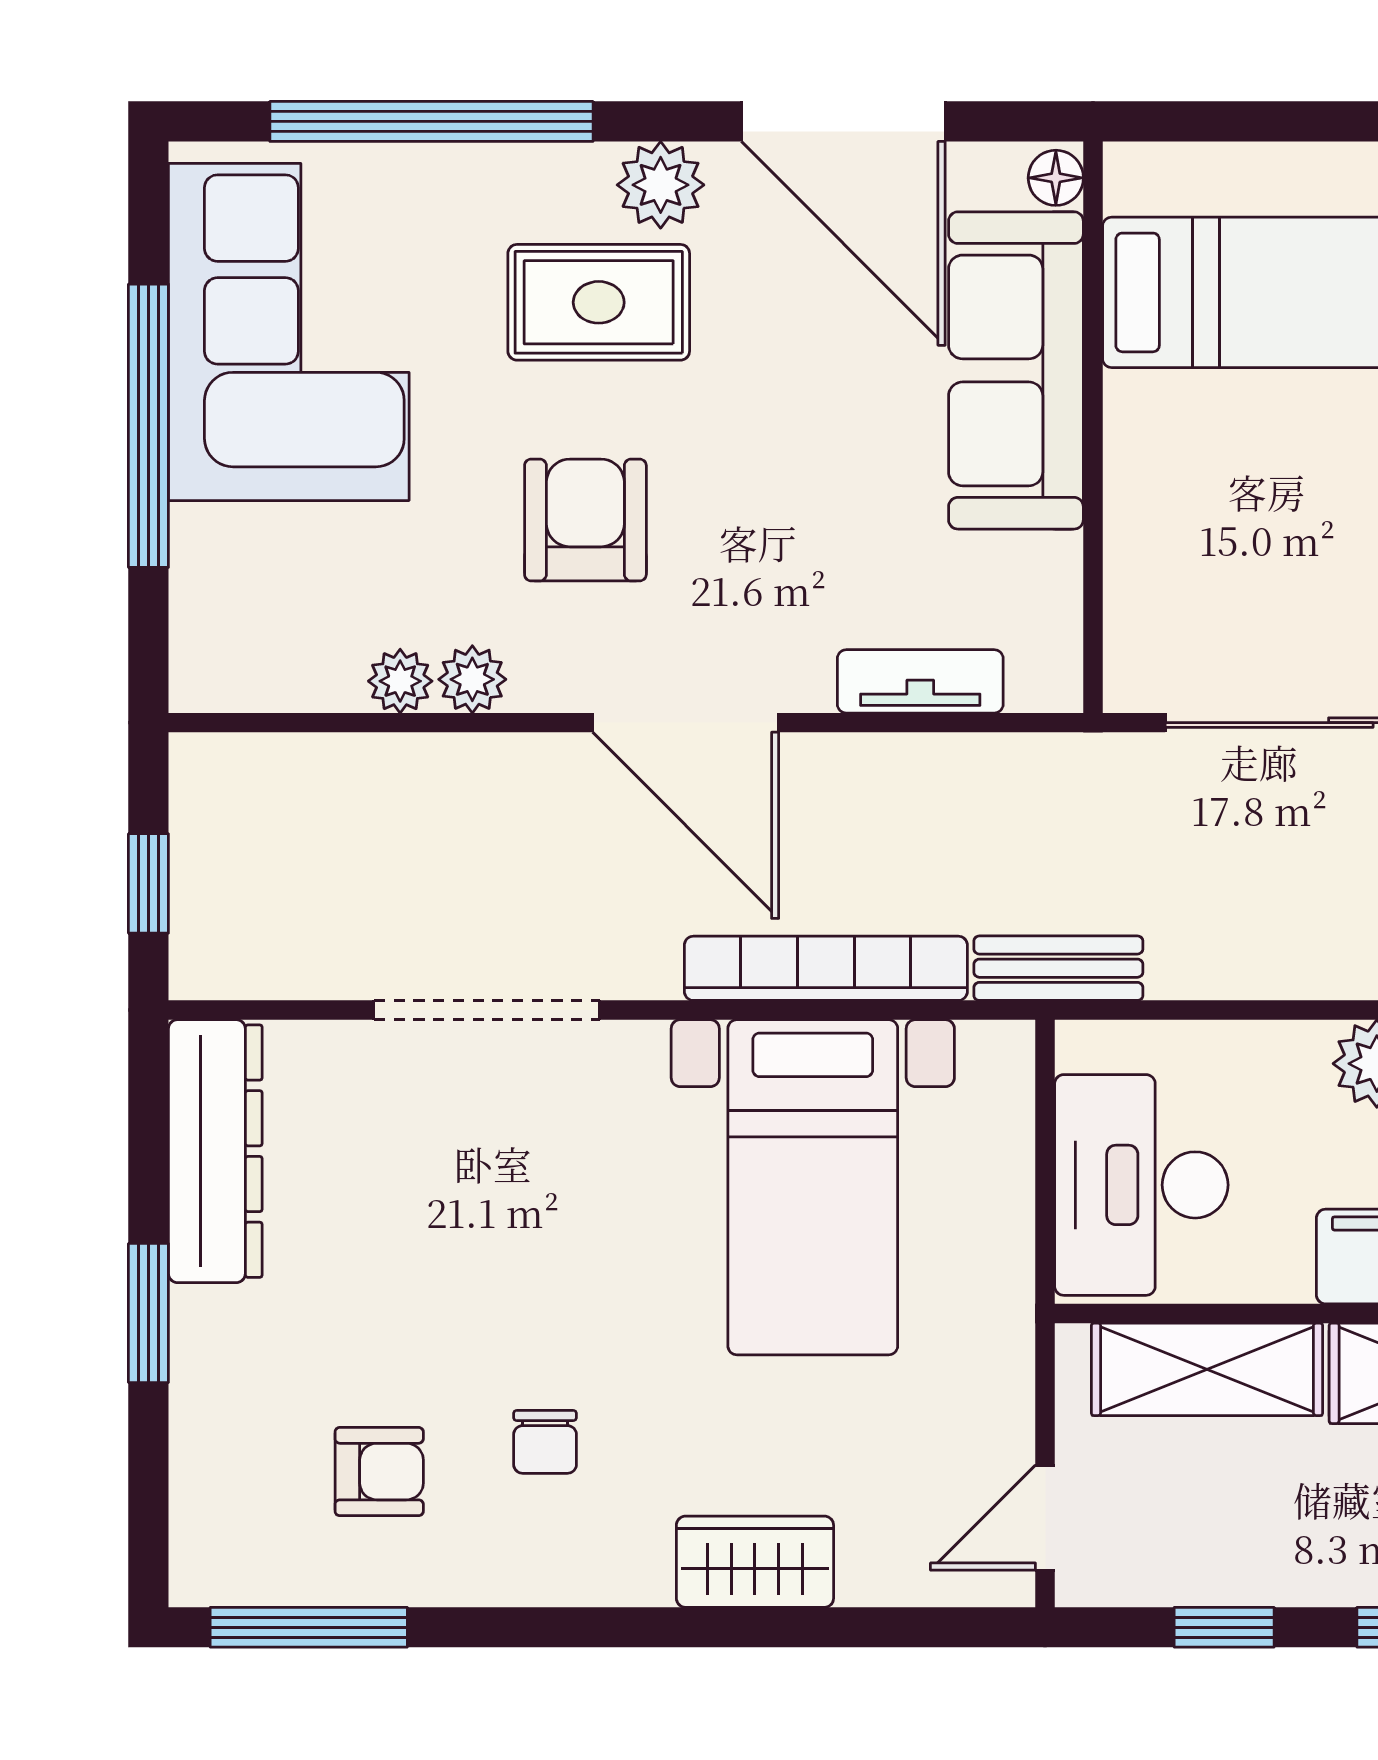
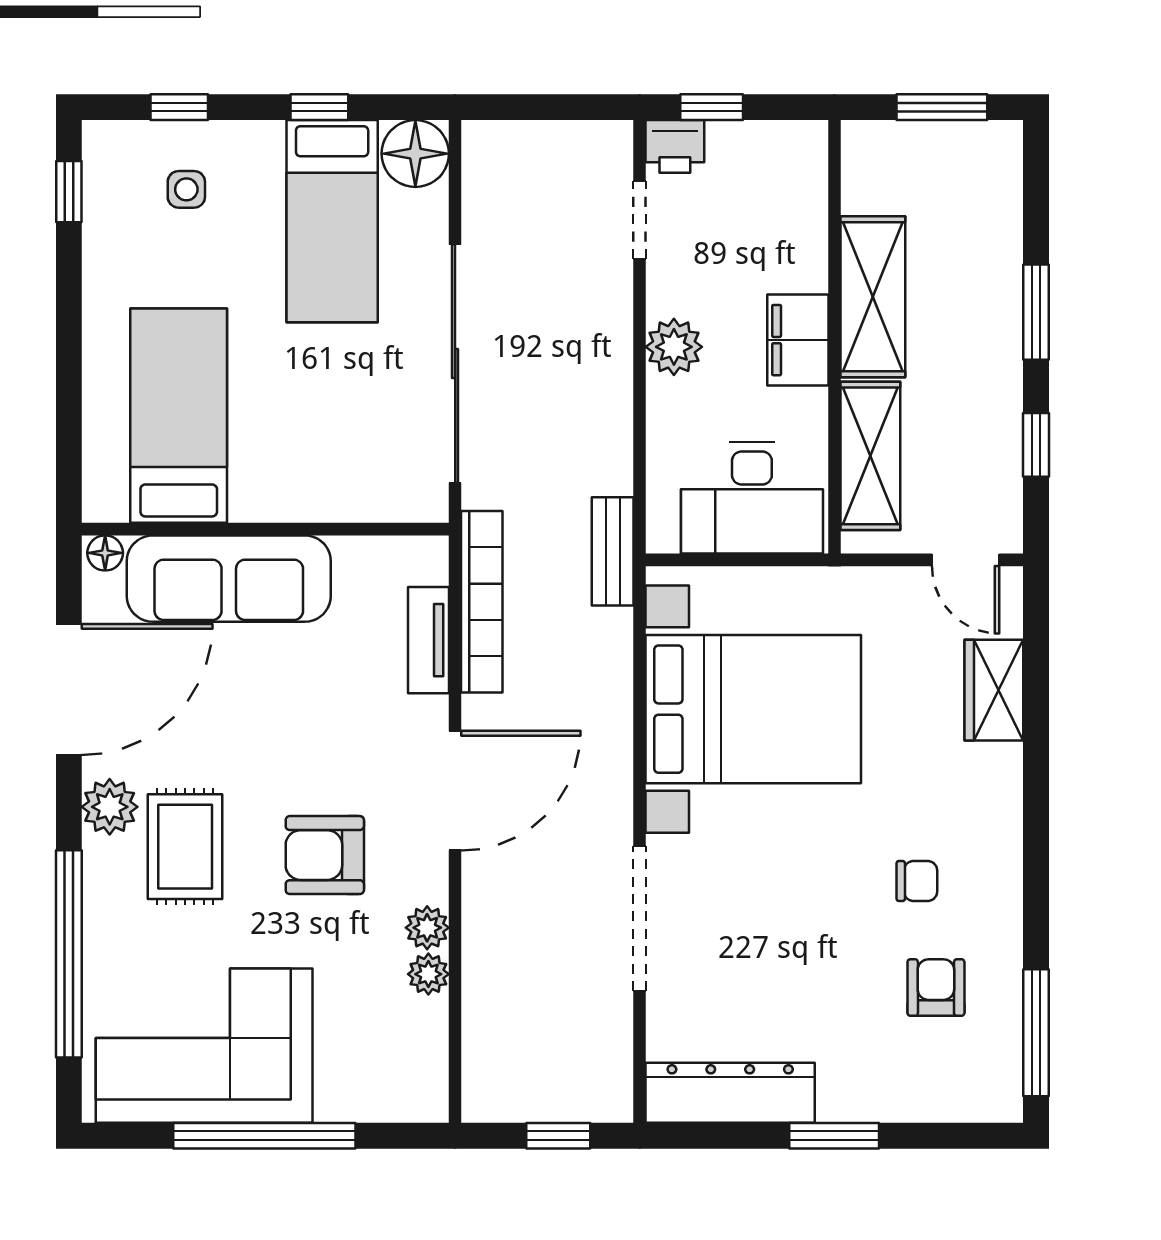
bookcase: (826, 968) -> (482, 602), moved, turned 180
bed with nightstands: (813, 1187) -> (753, 709), width x1.36
wardrobe: (755, 1562) -> (994, 690), moved

